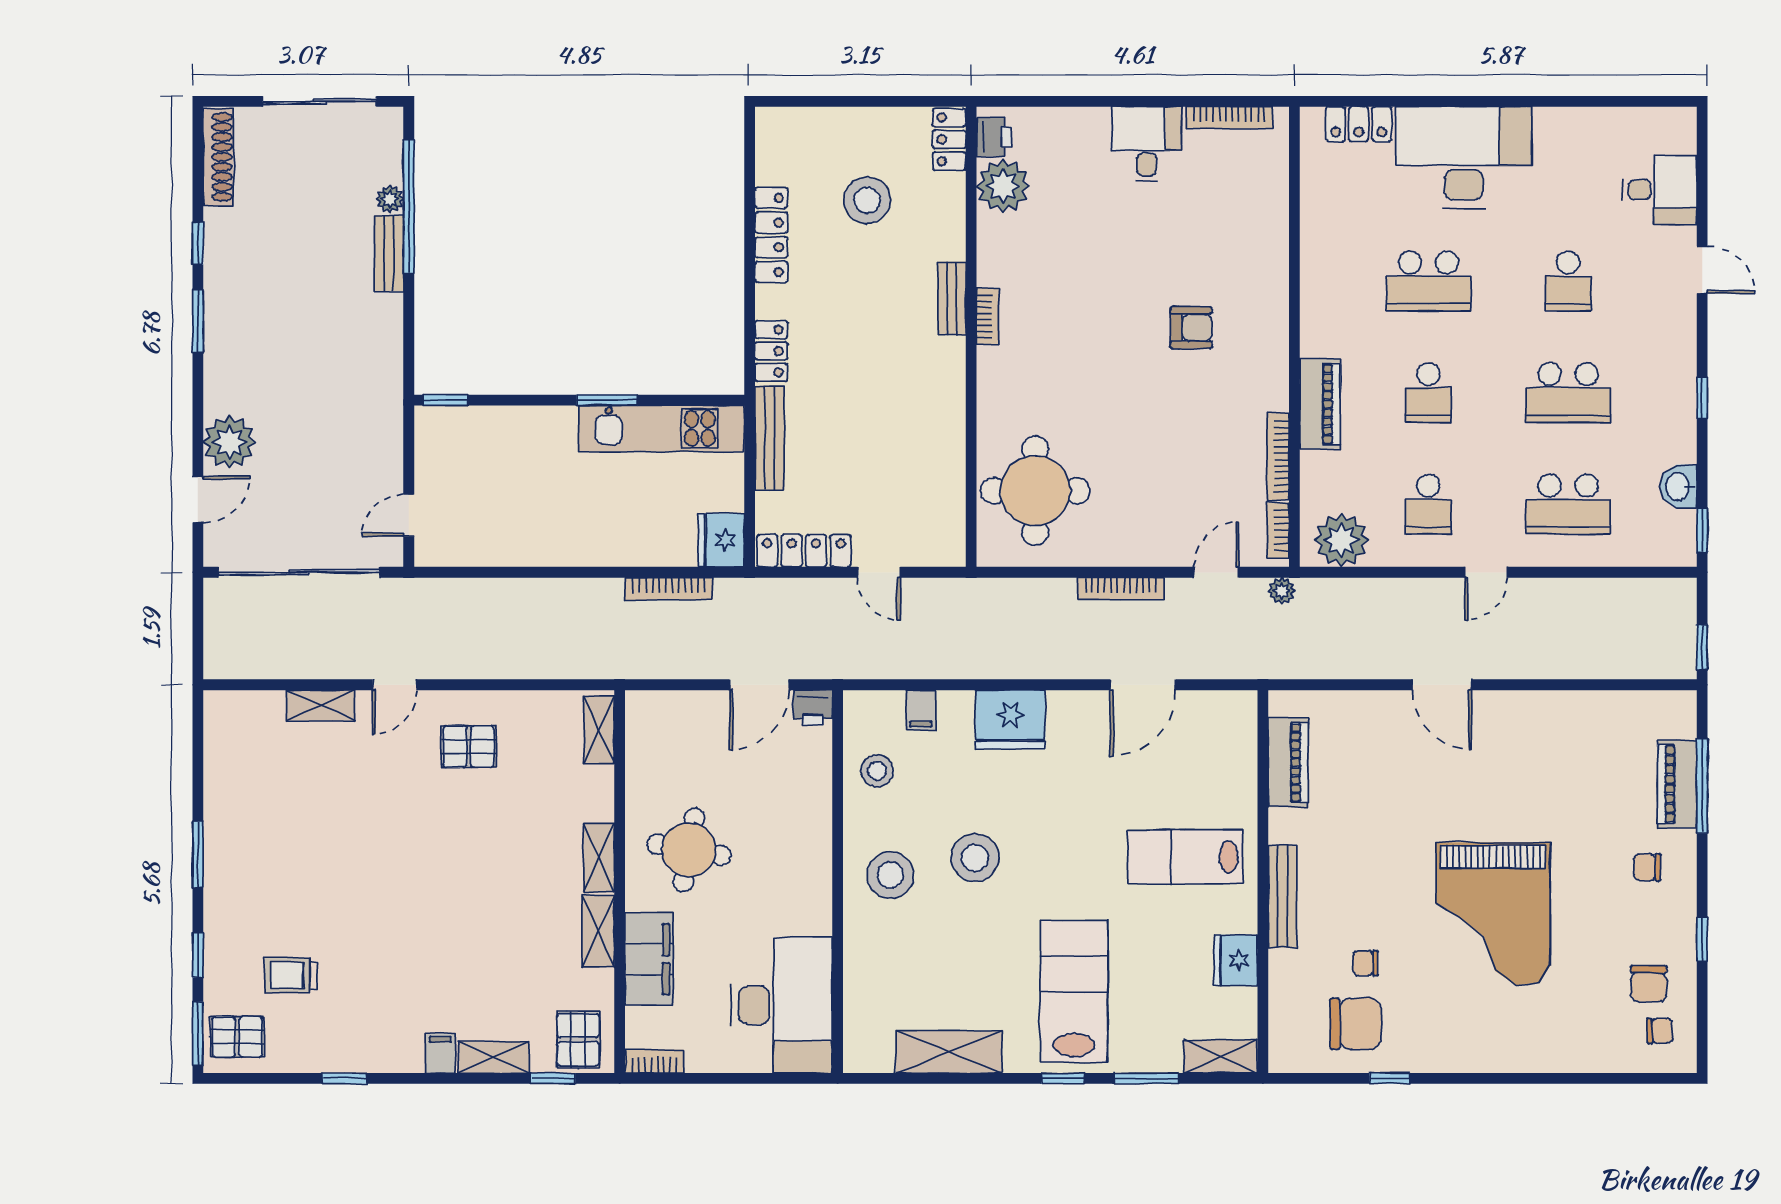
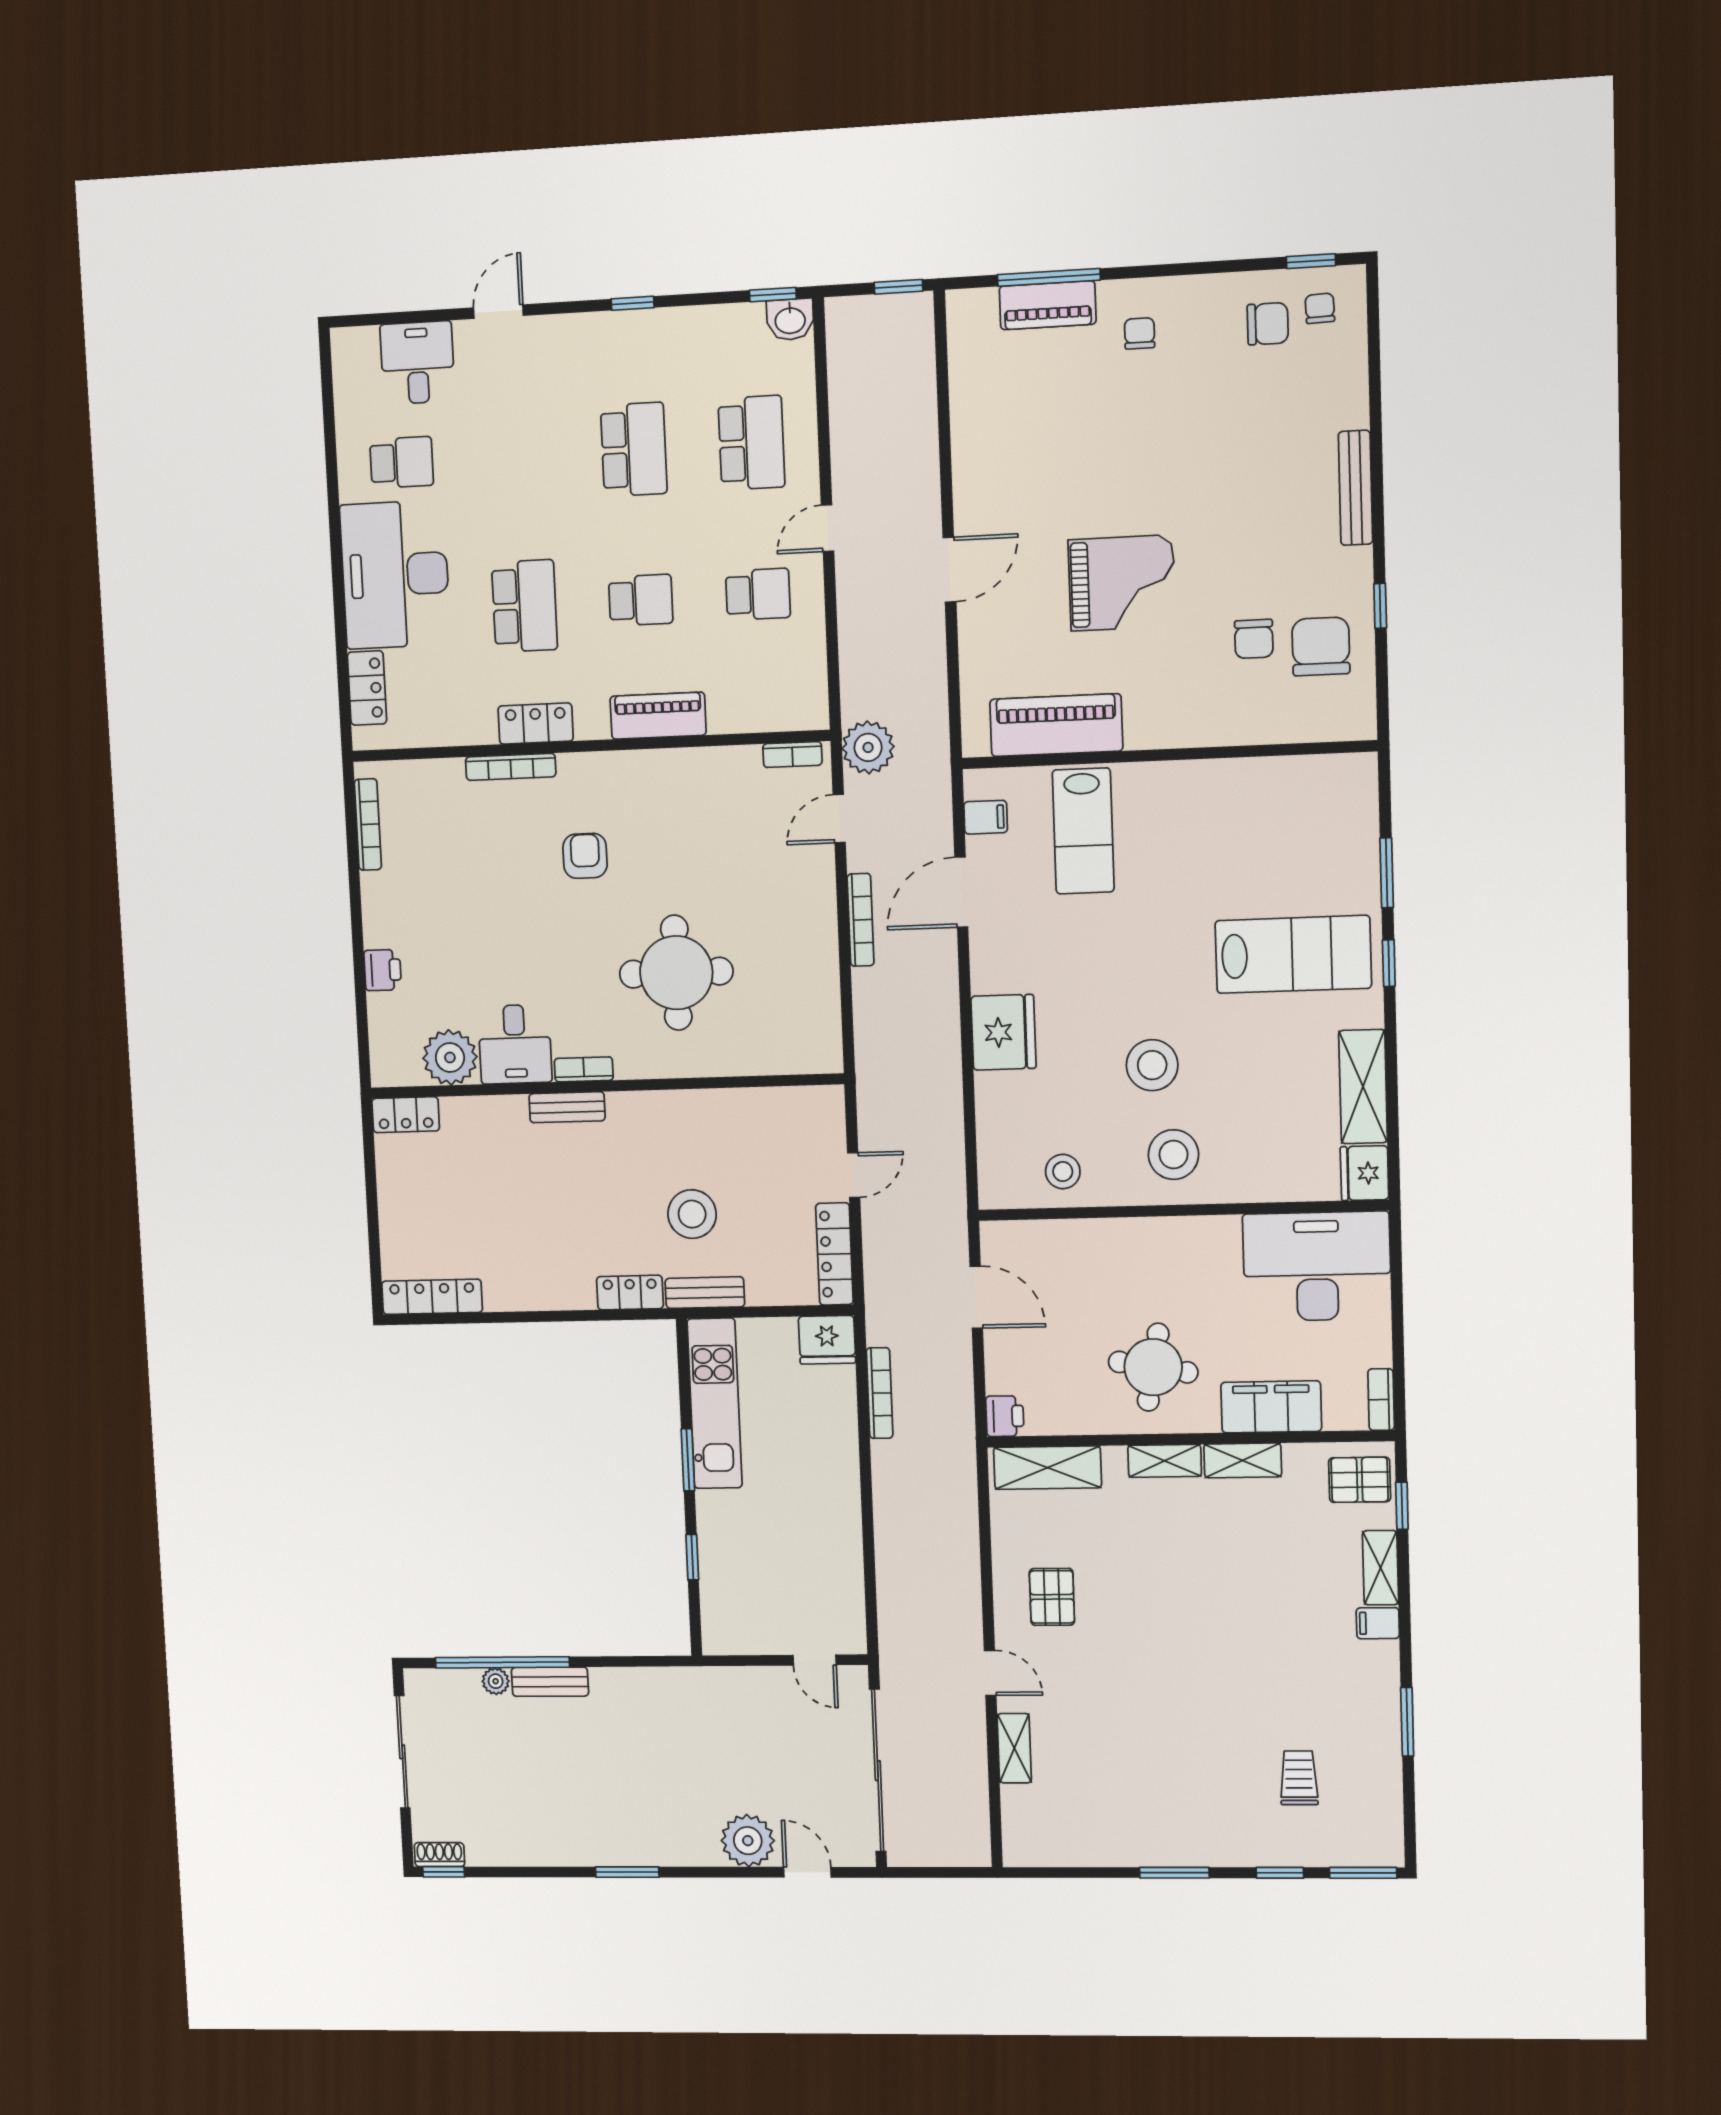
printer: (994, 137) -> (383, 970), moved, turned 90
desk: (1147, 144) -> (515, 1044), moved, turned -90
shoe rack: (218, 157) -> (439, 1855), width x0.51, depth x0.81
stool: (867, 200) -> (692, 1214), moved
locker: (771, 235) -> (432, 1297), moved
window: (198, 243) -> (444, 1872), moved
school desk: (1568, 281) -> (402, 462), moved
locker: (1318, 286) -> (536, 724), added
window: (446, 400) -> (692, 1557), moved
bench: (770, 438) -> (705, 1293), width x0.73
bookcase: (1278, 456) -> (511, 767), moved
washbasin: (1678, 486) -> (790, 320), moved
round table: (1035, 491) -> (676, 973), moved
plant: (1341, 540) -> (800, 686), removed
door: (1216, 572) -> (839, 819), hinge flipped
door: (1486, 572) -> (827, 528), swing flipped
plant: (1282, 591) -> (868, 747), width x1.88, depth x1.88
door: (1143, 685) -> (961, 892), swing flipped
printer: (813, 708) -> (1005, 1416), moved
filing cabinet: (921, 710) -> (986, 817), moved
shelving: (599, 730) -> (1047, 1468), width x1.50, depth x1.33
piano: (1288, 763) -> (1056, 725), width x1.37, depth x1.33
lab bench: (1185, 857) -> (1083, 831), moved
chair: (1647, 867) -> (1140, 333), turned 180
bench: (1282, 896) -> (1355, 488), moved, turned 90
grand piano: (1493, 914) -> (1122, 583), moved, width x0.73, depth x0.68
window: (1702, 939) -> (1311, 261), moved
fridge: (1236, 960) -> (1364, 1173), moved, turned 90
chair: (1365, 963) -> (1254, 639), width x1.37, depth x1.37
trolley: (291, 976) -> (1299, 1778), turned 180
lab bench: (1074, 991) -> (1293, 954), turned 180
pallet: (237, 1037) -> (1366, 1833), removed
shelving: (1221, 1056) -> (1361, 793), removed
window: (345, 1078) -> (1407, 1722), width x1.50

